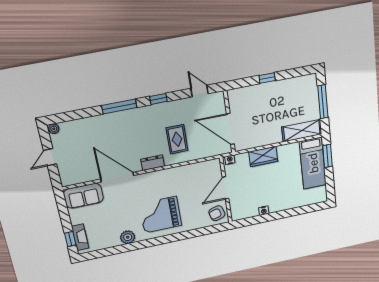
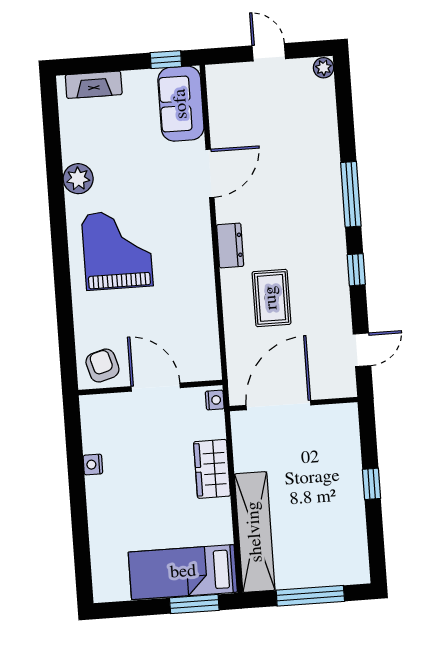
shelving: (302, 131) -> (255, 532), width x1.47
rug: (177, 139) -> (271, 298), turned 90
door: (117, 177) -> (210, 173), width x0.73
window: (70, 239) -> (166, 60), moved

